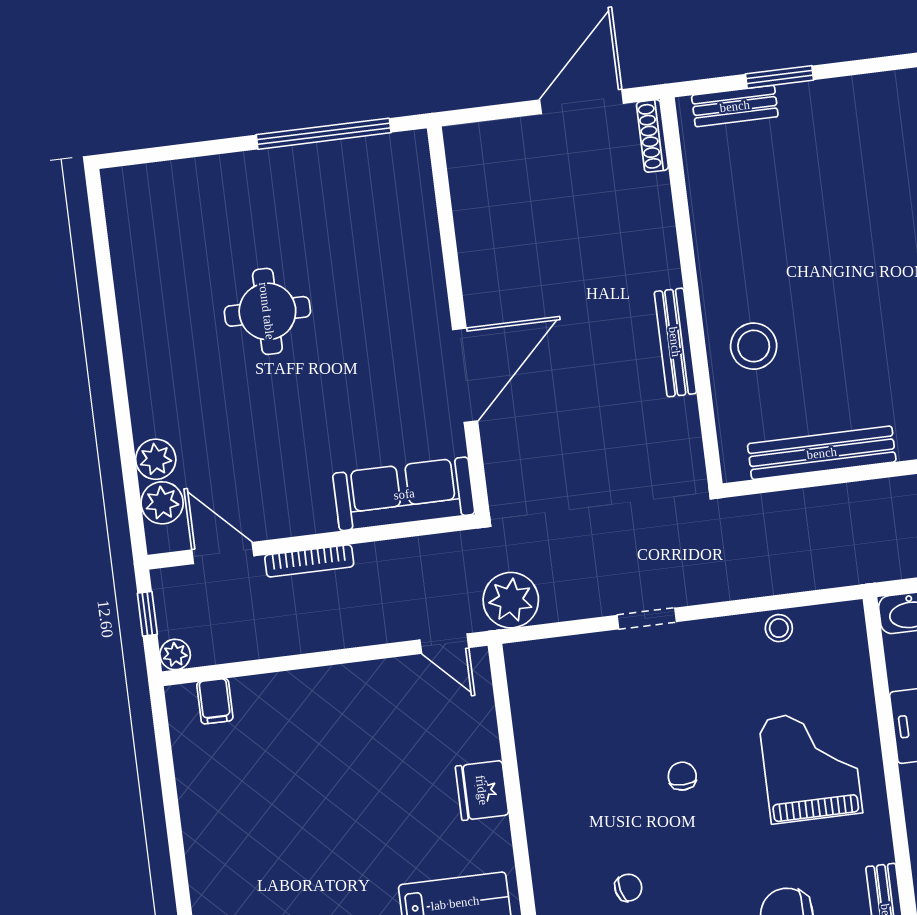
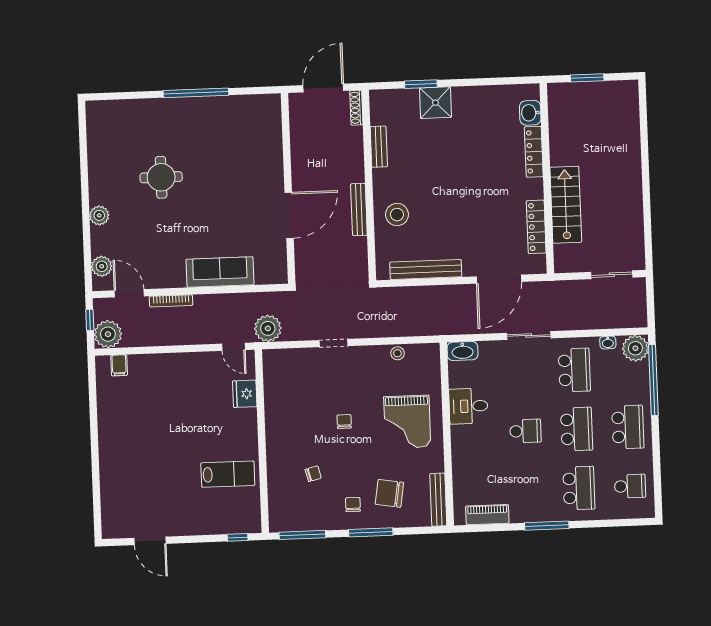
bench: (735, 106) -> (379, 147), moved, turned 90
shower: (812, 112) -> (435, 103), added
wall: (458, 320) -> (288, 188), moved
door: (465, 375) -> (289, 215), moved
plant: (156, 459) -> (99, 215), moved
plant: (175, 654) -> (108, 334), width x1.88, depth x1.88
grand piano: (811, 766) -> (407, 422), turned 180
fridge: (482, 790) -> (245, 394), moved

